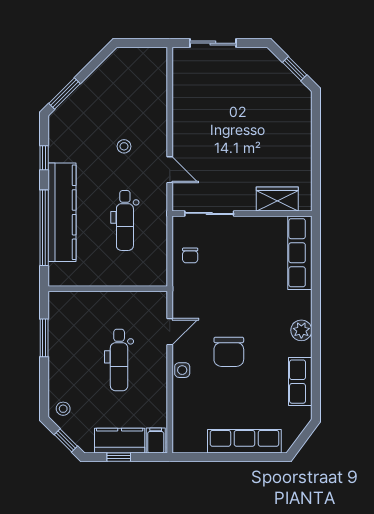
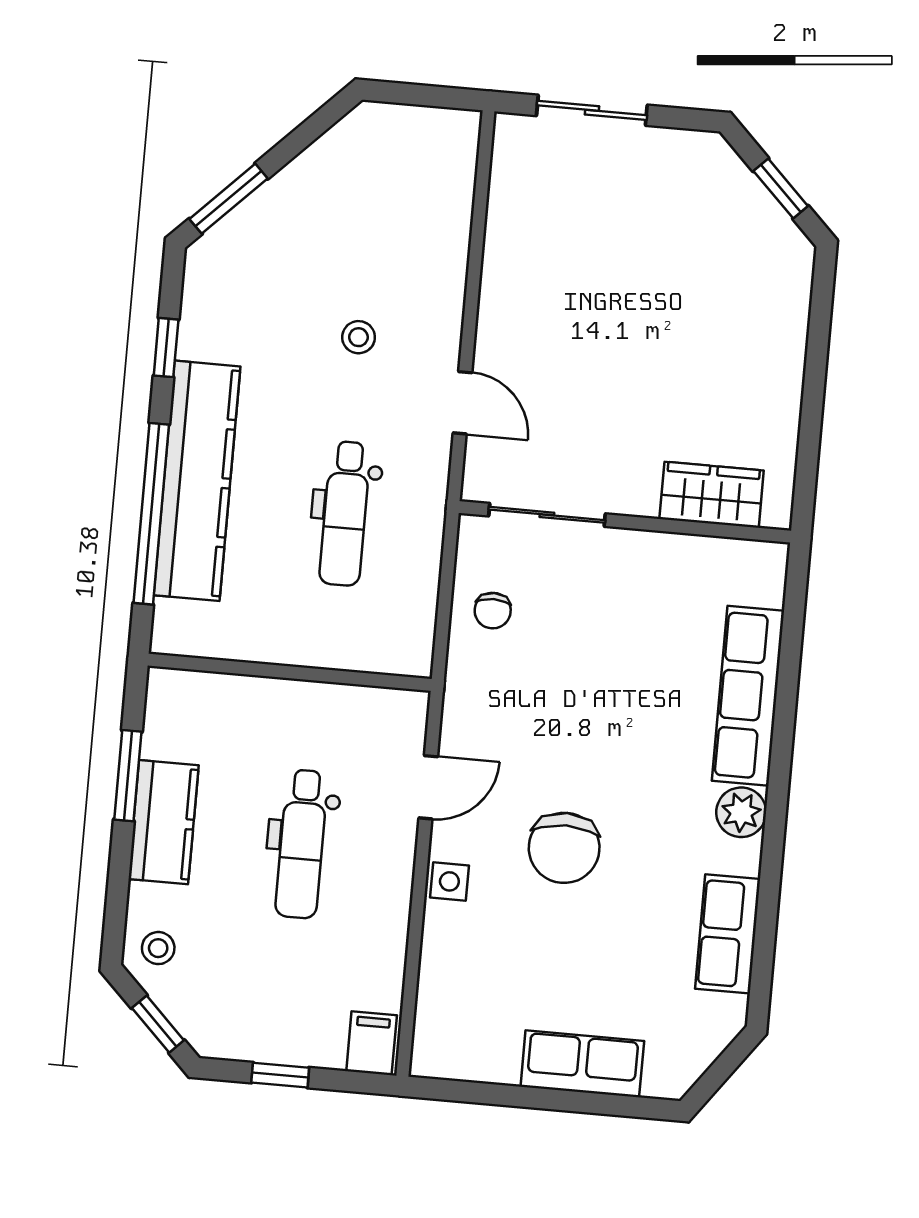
row of seats: (300, 253) -> (748, 696), moved
kitchen counter: (120, 441) -> (163, 822), moved, turned 90
row of seats: (244, 441) -> (582, 1064), width x0.68

